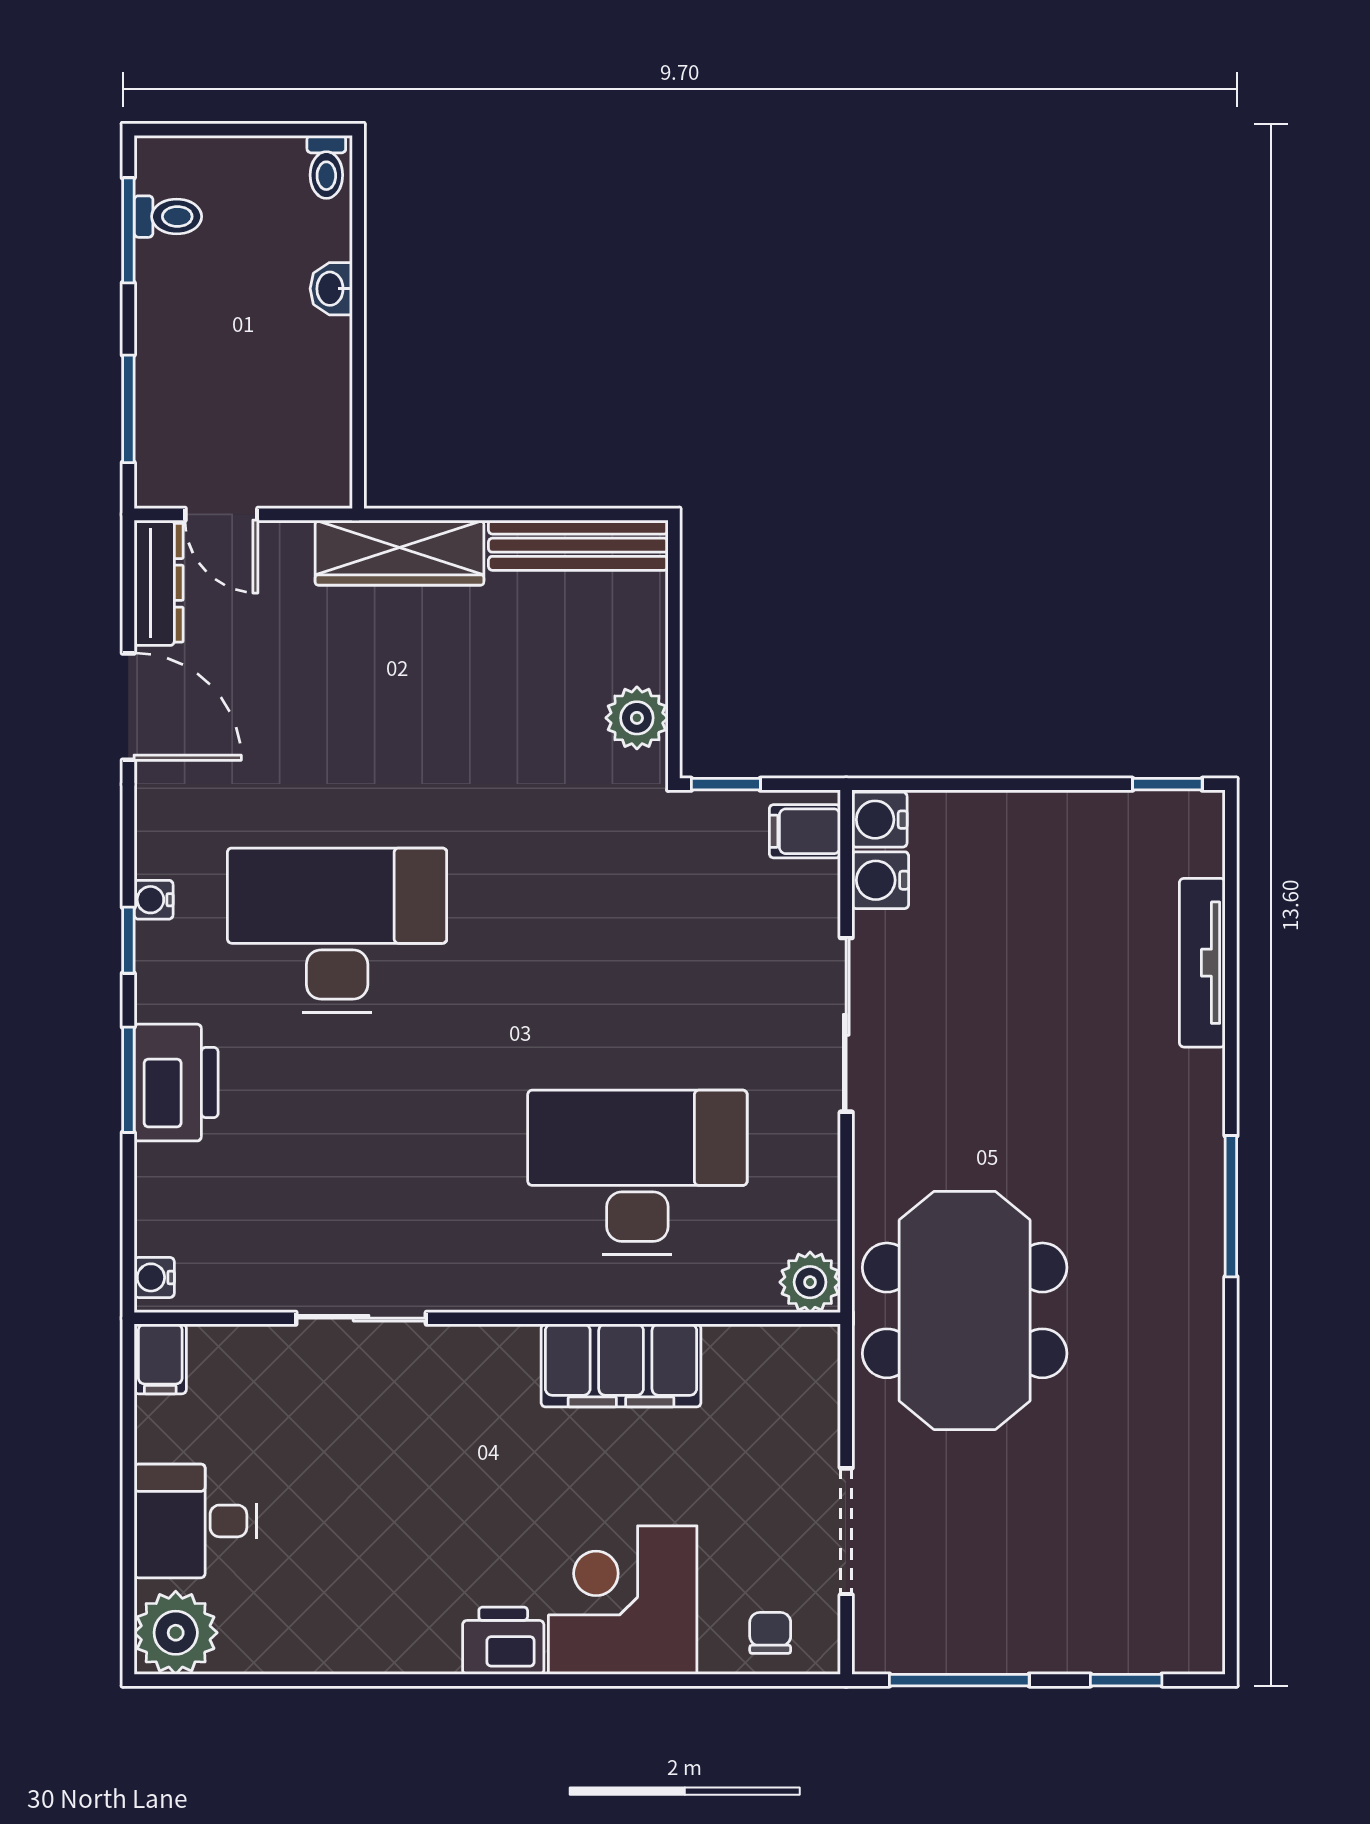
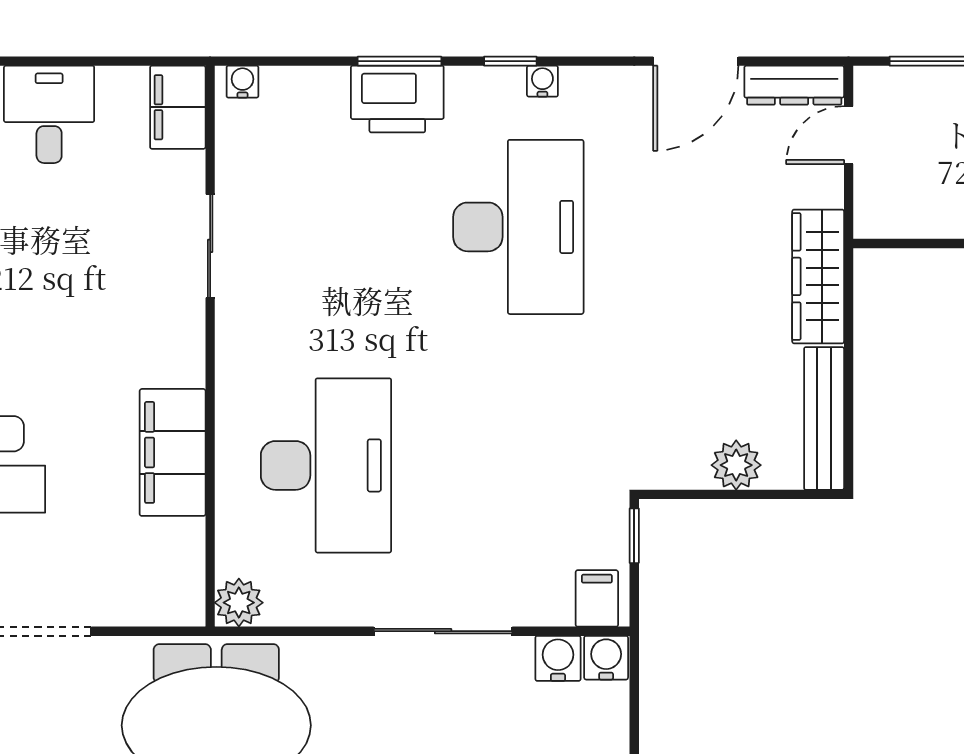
plant: (637, 718) -> (736, 465), moved
filing cabinet: (160, 1359) -> (178, 107), width x2.00

